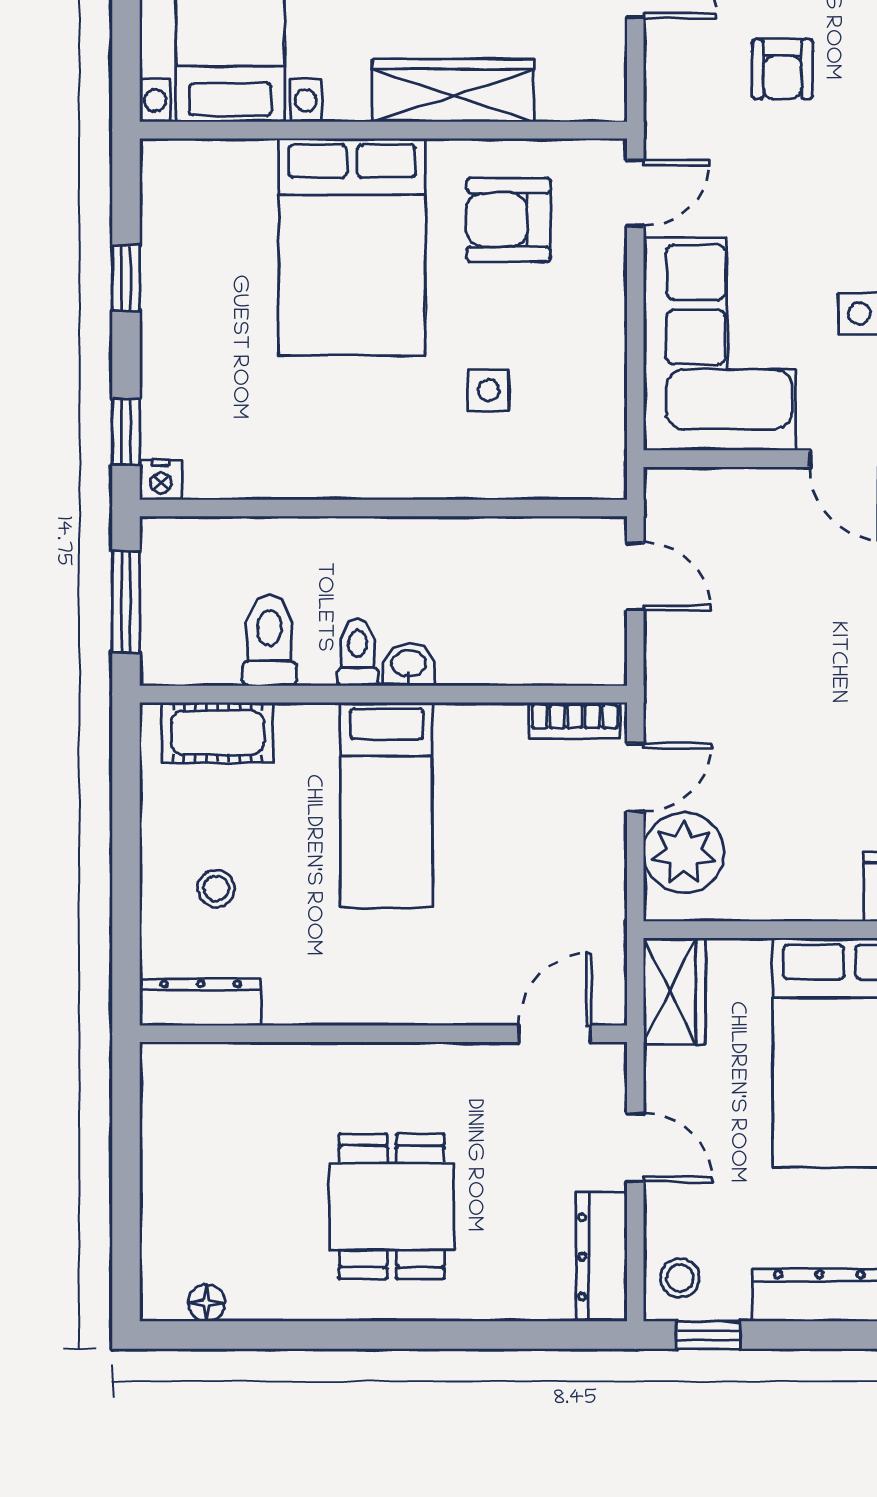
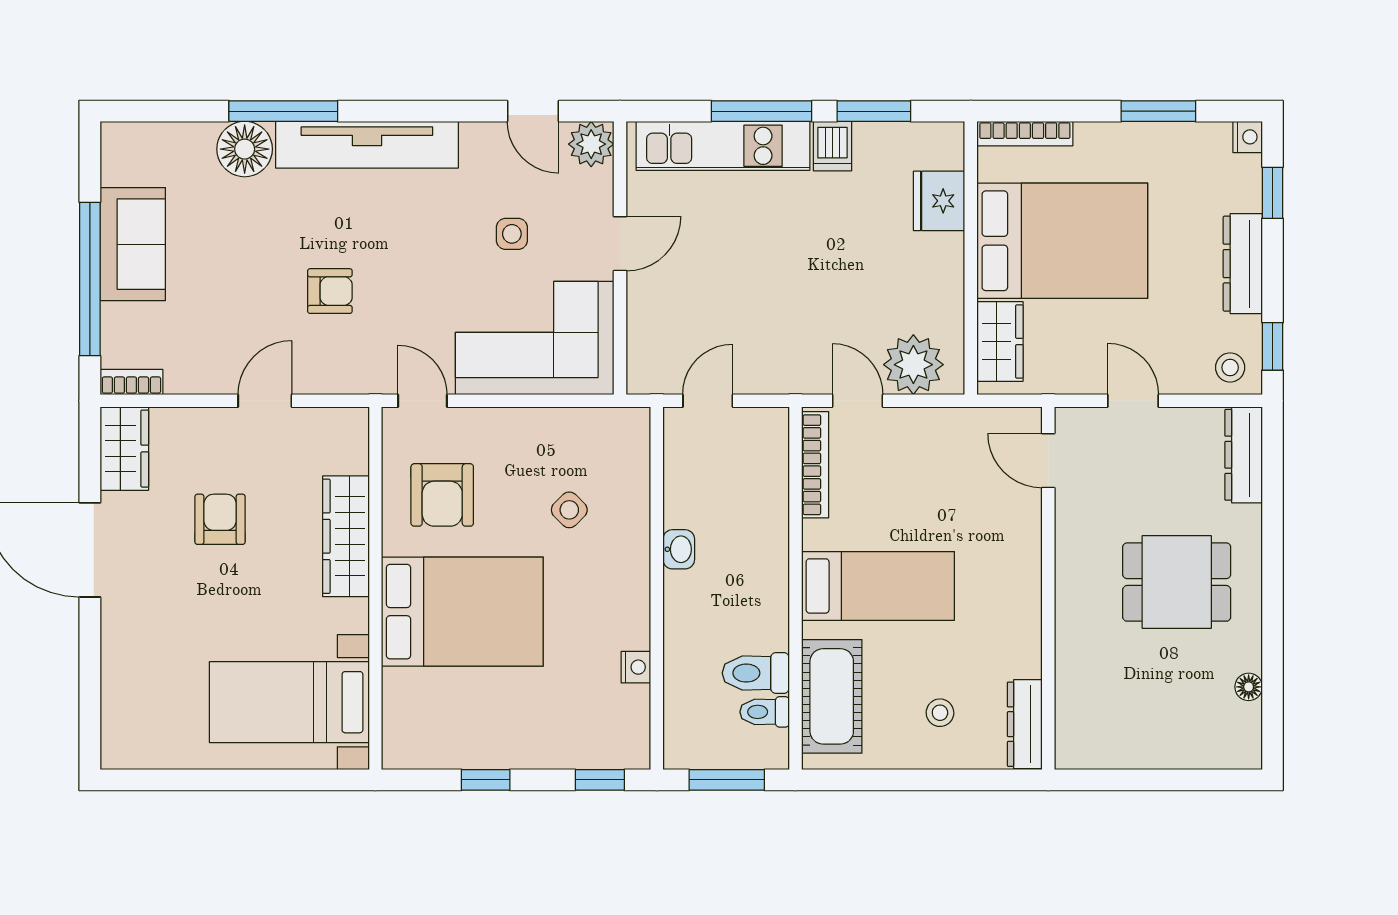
side table: (489, 390) -> (569, 510), turned 45
nightstand: (161, 480) -> (636, 667), moved
toilet: (358, 653) -> (765, 712), moved
washbasin: (409, 665) -> (679, 549), moved, turned 180
bookcase: (575, 721) -> (815, 465), width x1.56
cot: (218, 733) -> (832, 696), width x1.37, depth x1.34
wardrobe: (674, 991) -> (1000, 341), moved, turned 90
door: (635, 1147) -> (1133, 401), hinge flipped
dresser: (602, 1257) -> (1244, 455), moved, turned 90
floor lamp: (207, 1303) -> (1249, 687), moved

